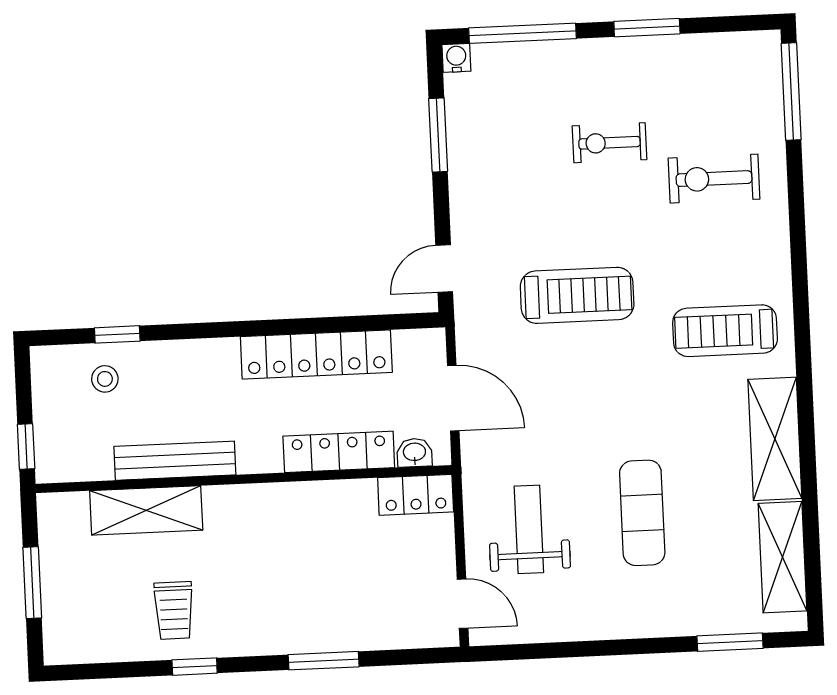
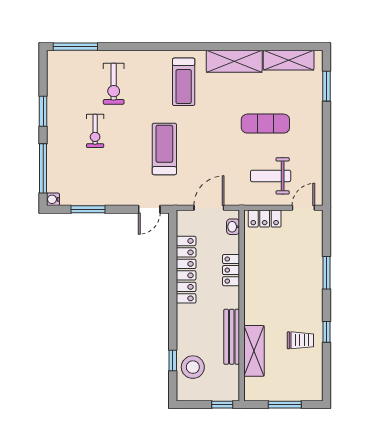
door: (444, 268) -> (149, 209), hinge flipped
stool: (105, 379) -> (193, 367), width x1.89, depth x1.89
locker: (339, 452) -> (231, 270), width x0.66
locker: (416, 495) -> (265, 219), moved, turned 90

